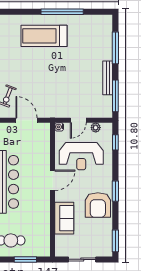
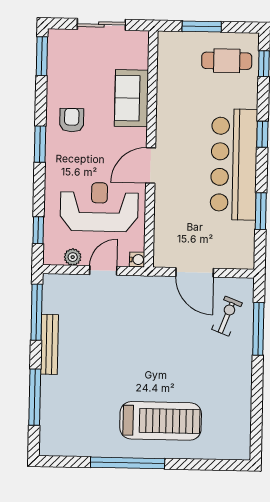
armchair: (98, 205) -> (72, 120), width x0.53, depth x0.53

